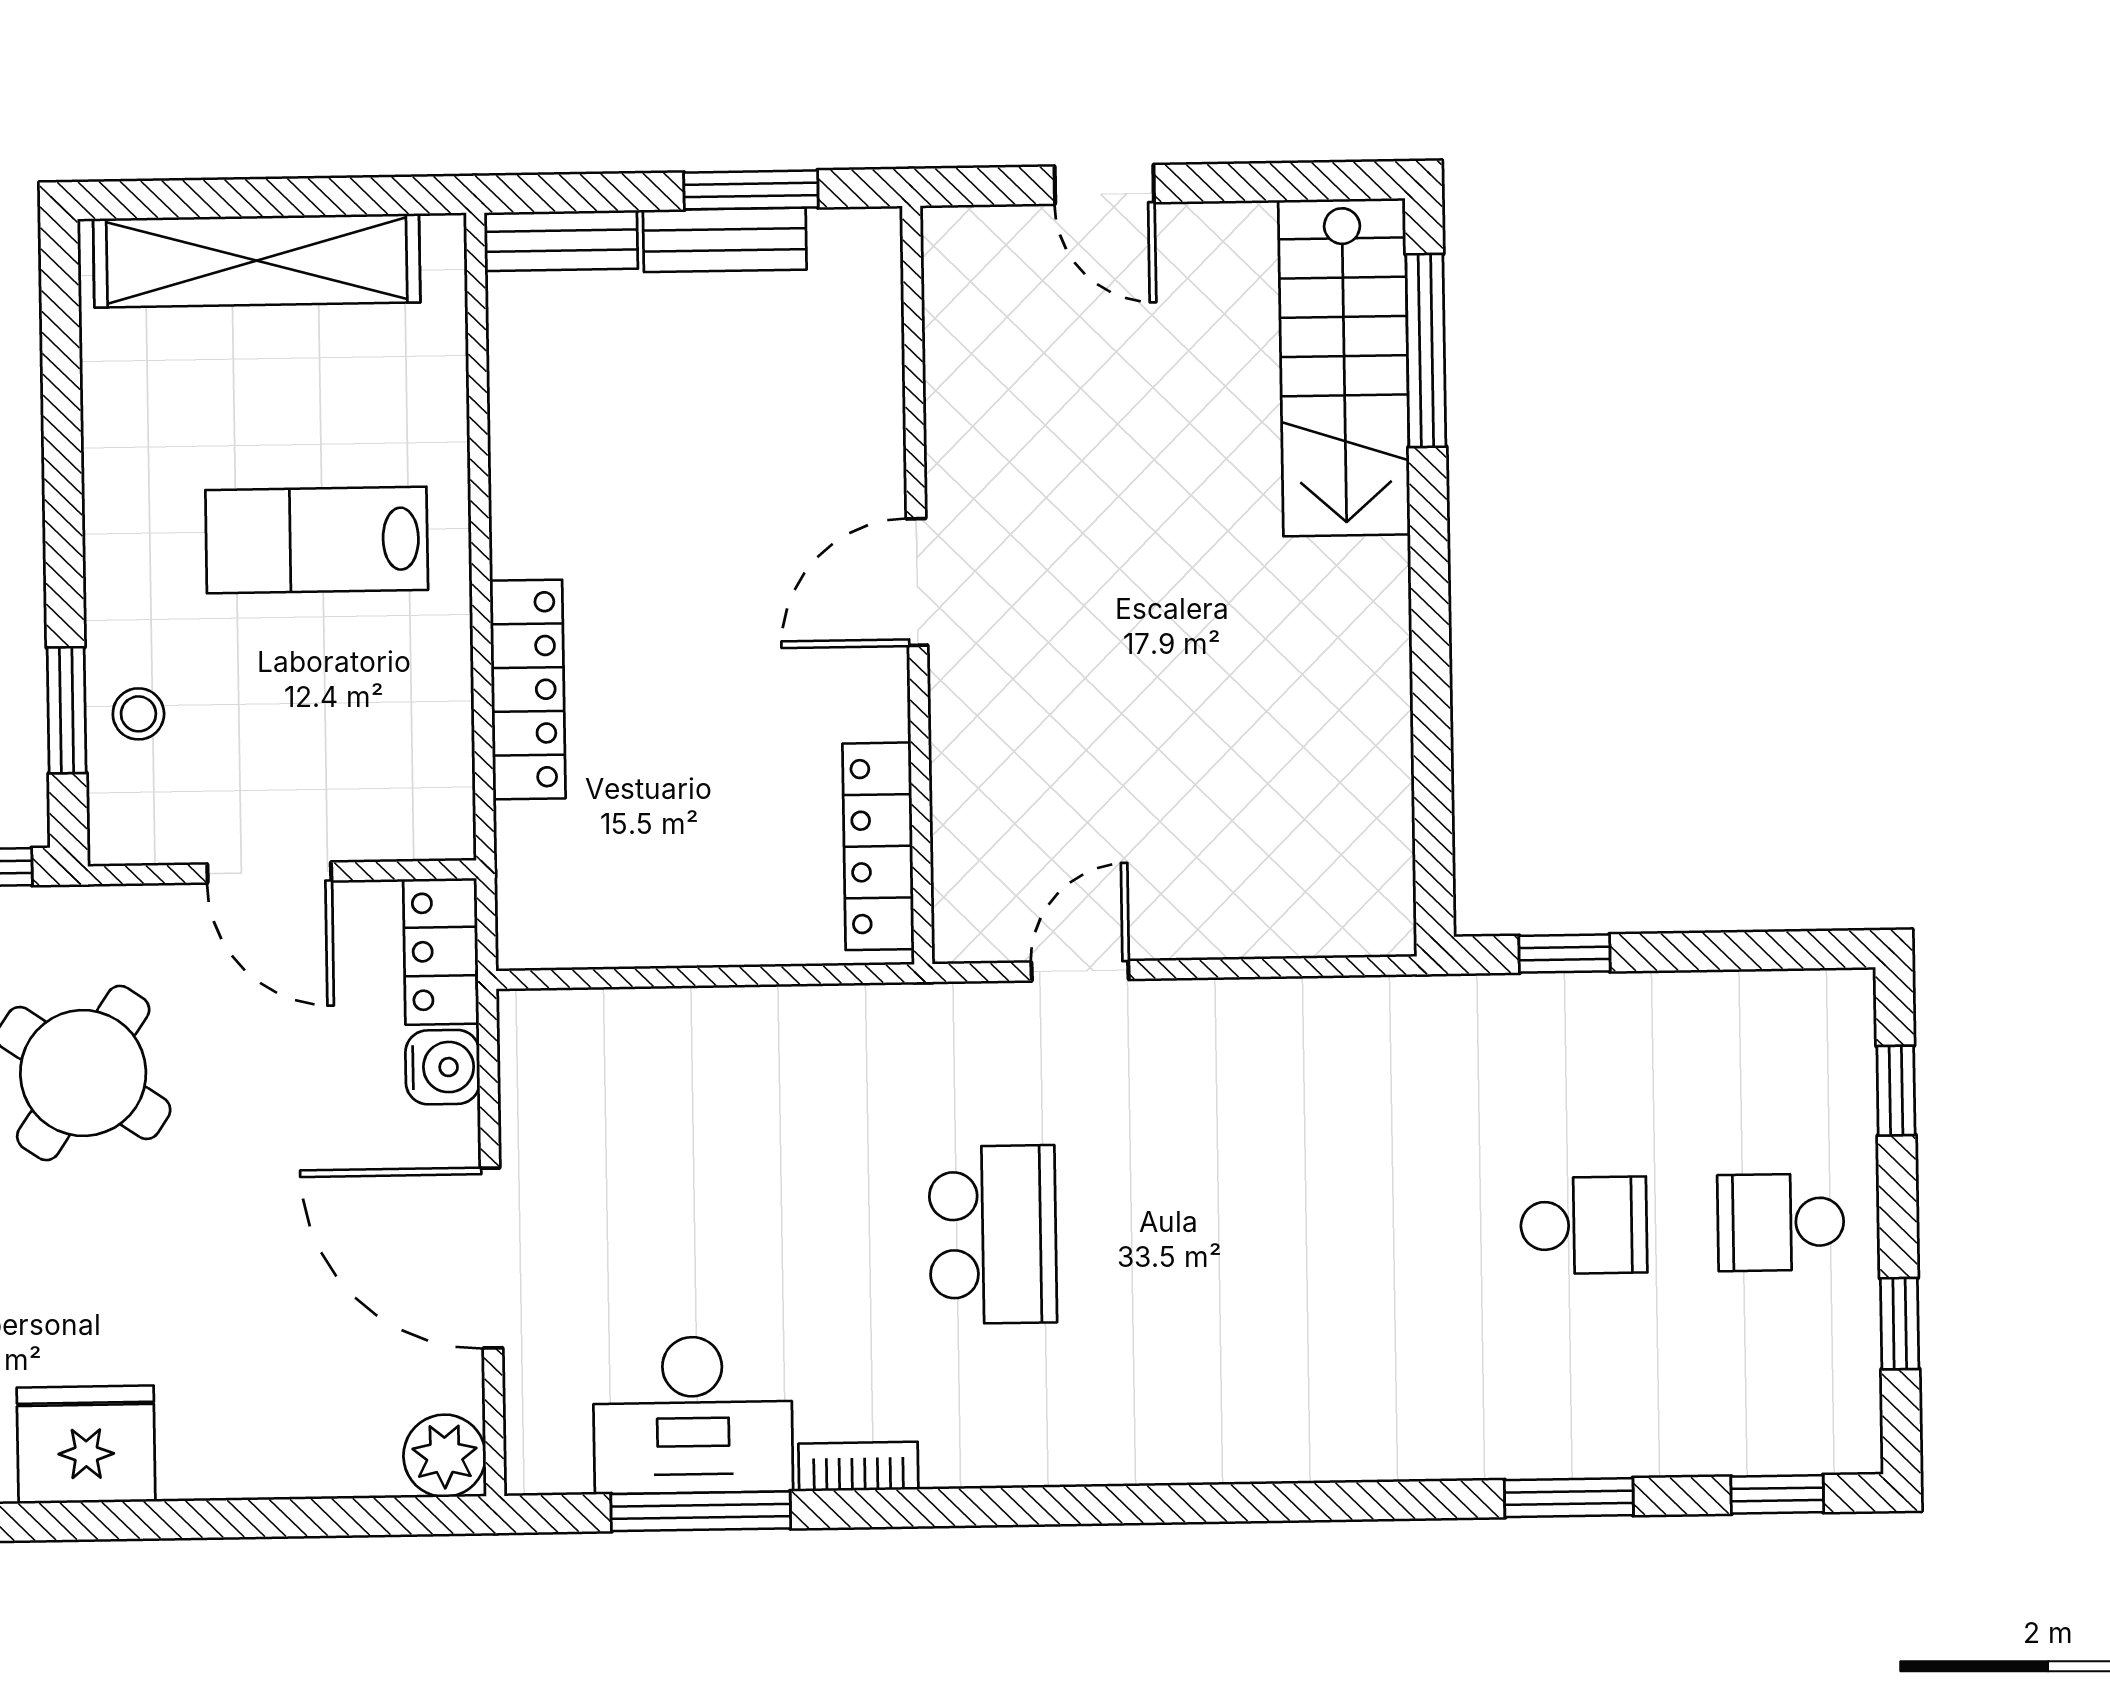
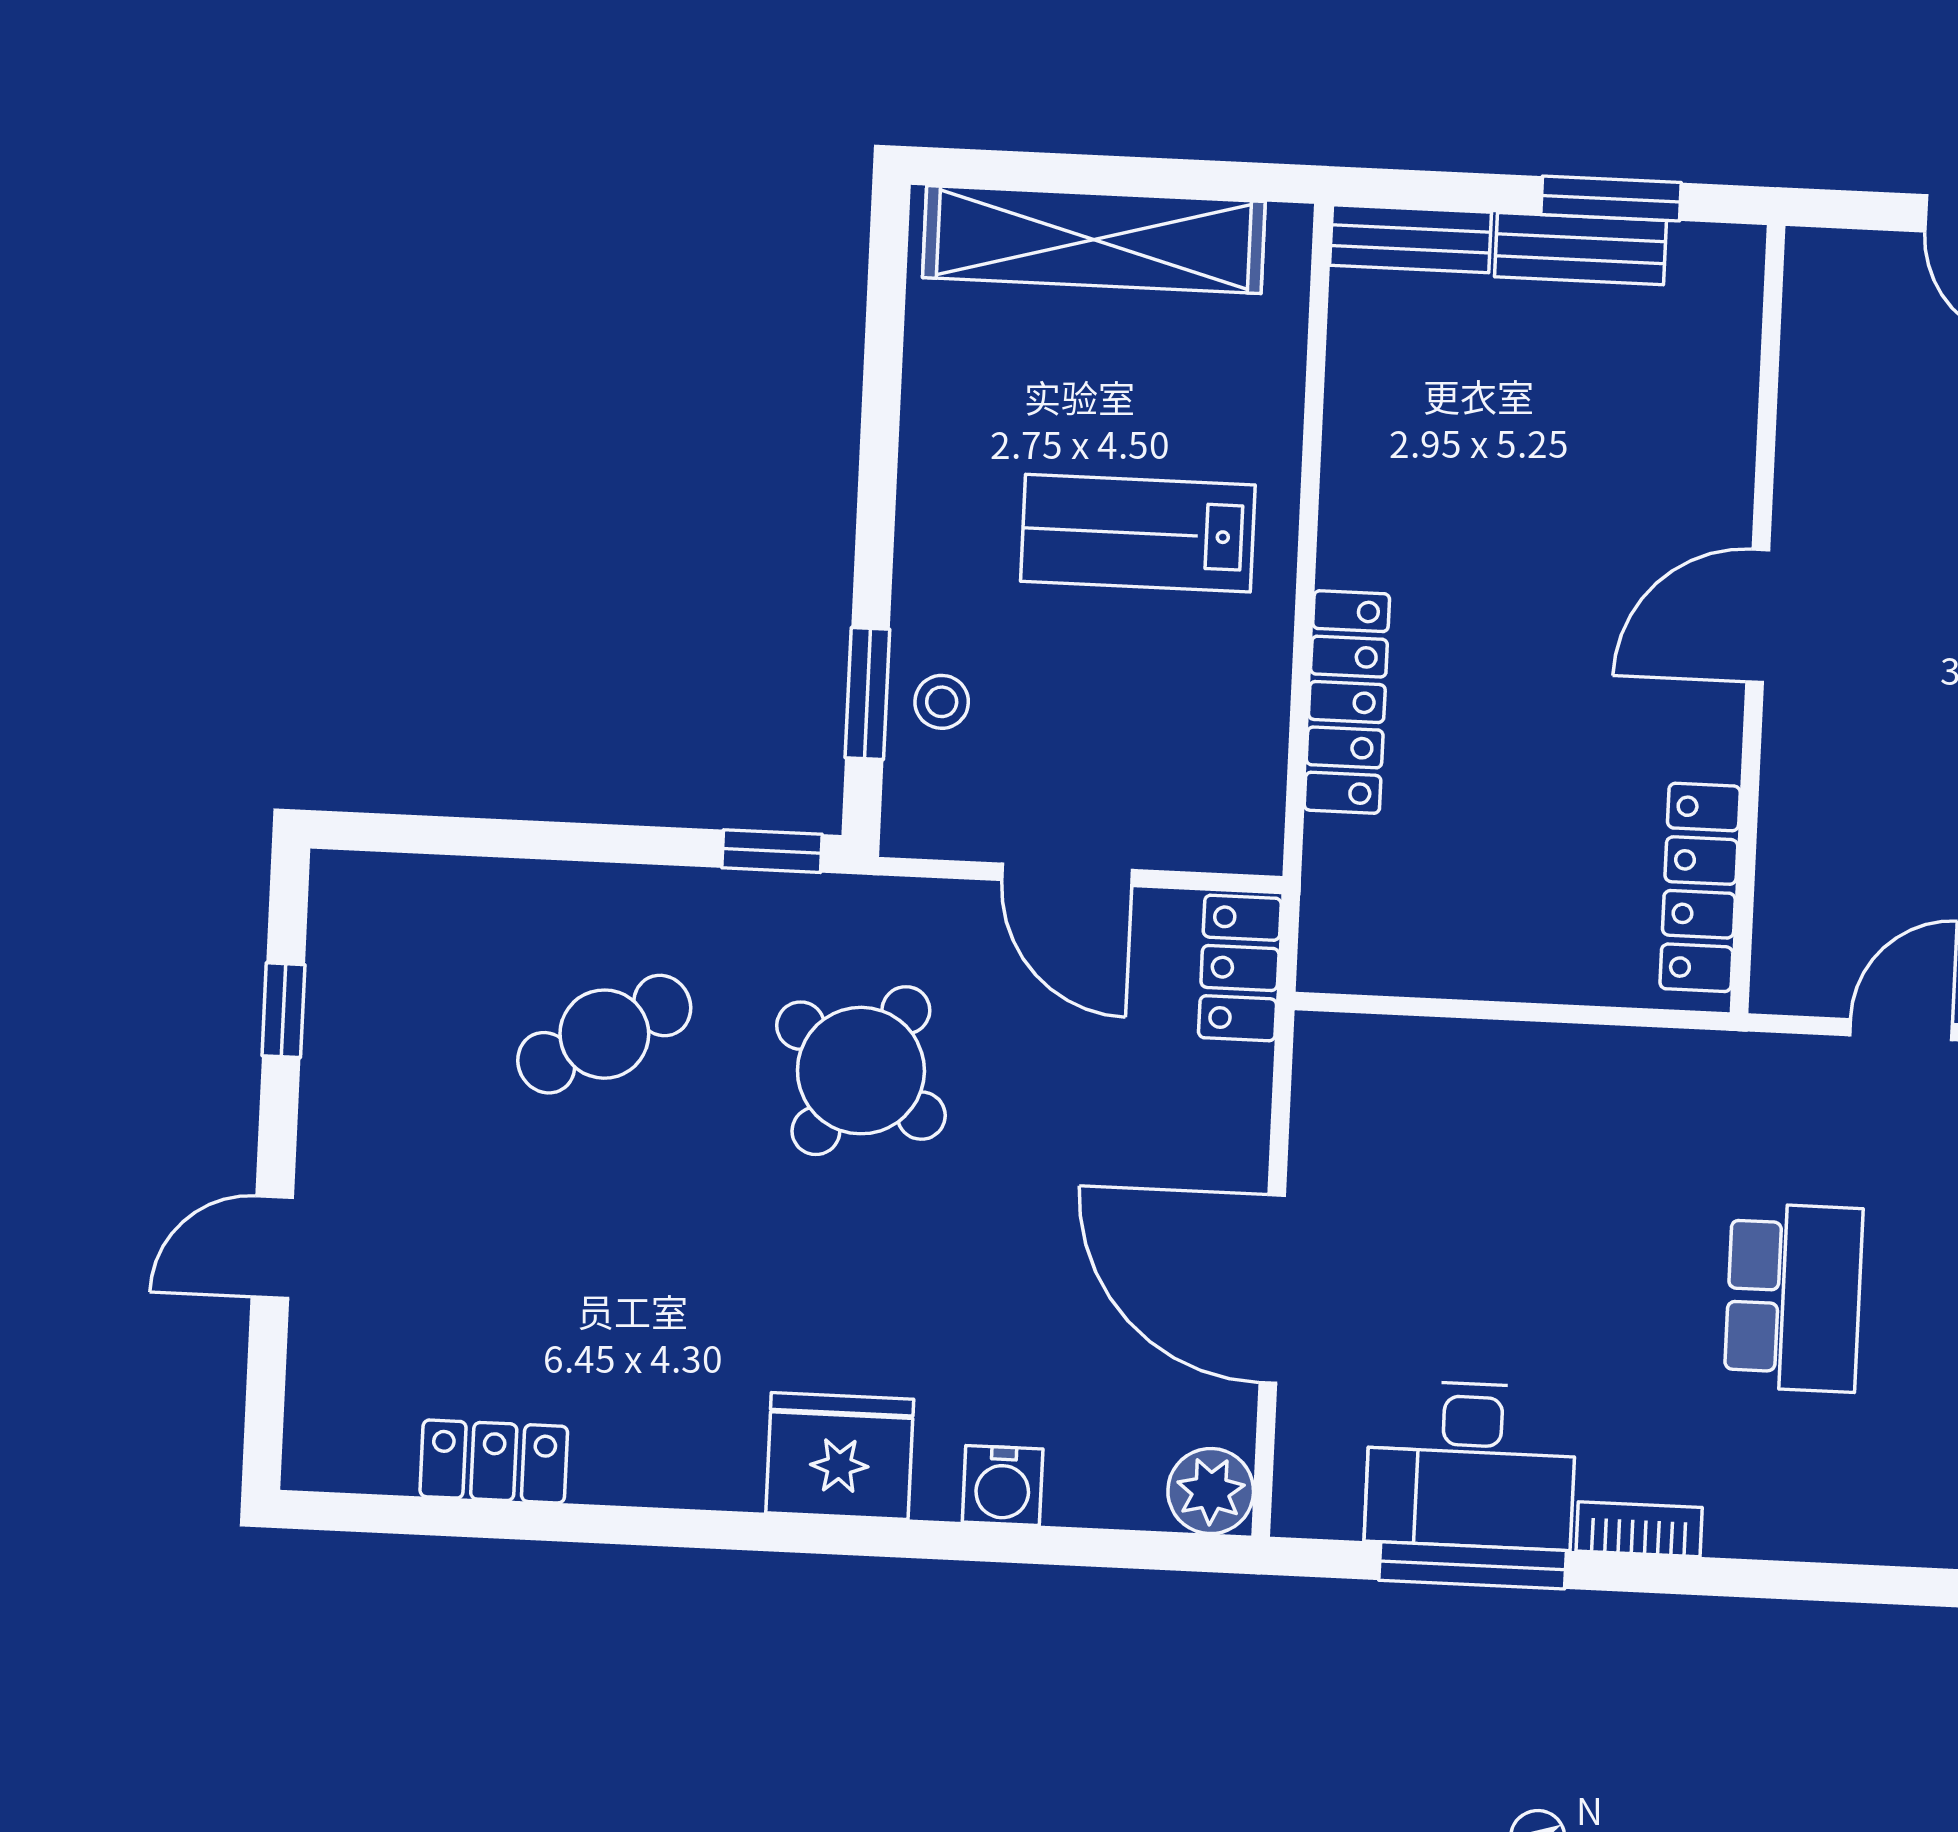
water cooler: (443, 1067) -> (1003, 1486), moved, turned 90

